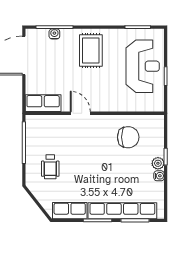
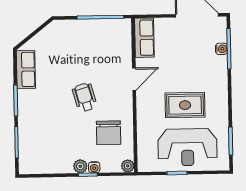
rug: (91, 50) -> (185, 105), moved
plant: (158, 121) -> (128, 166), added
wheelchair: (50, 167) -> (85, 97), moved, turned 74
water cooler: (159, 176) -> (94, 167), moved
row of seats: (122, 211) -> (27, 128), removed

